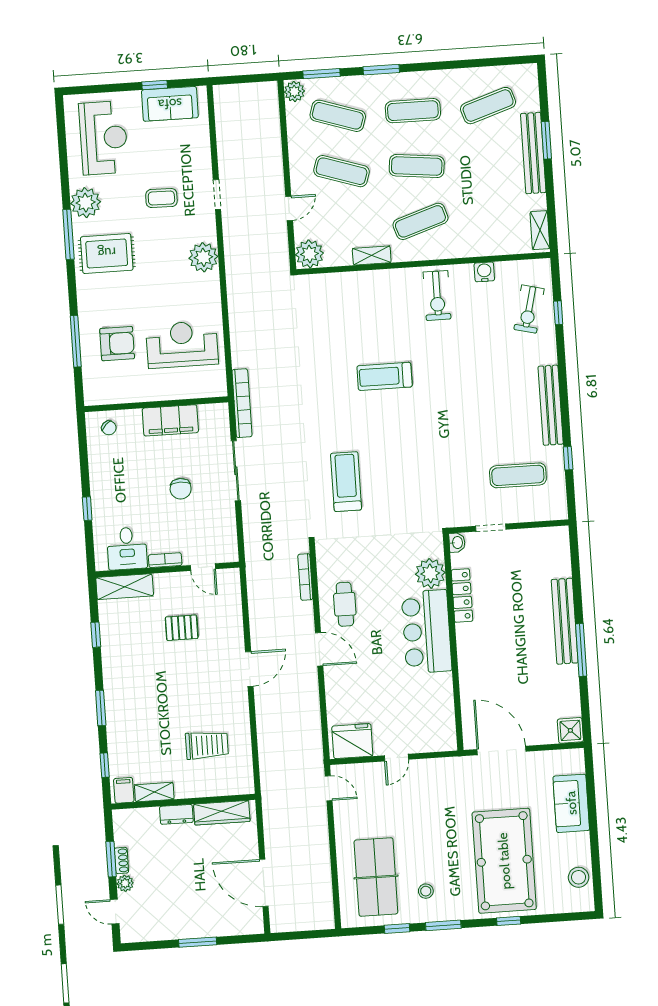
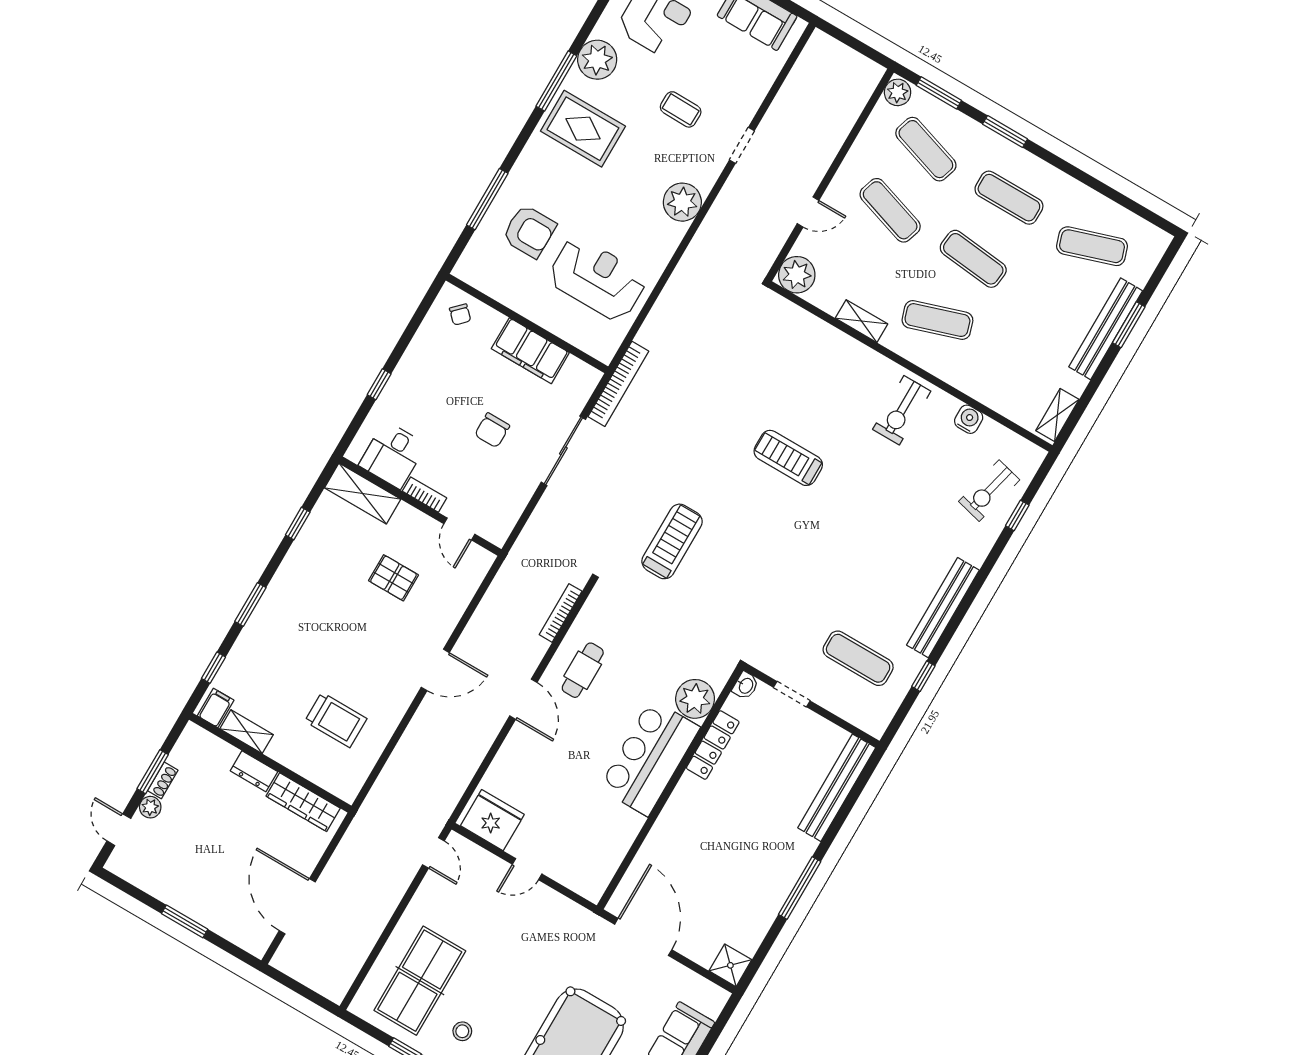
bench: (565, 621) -> (837, 788), moved

